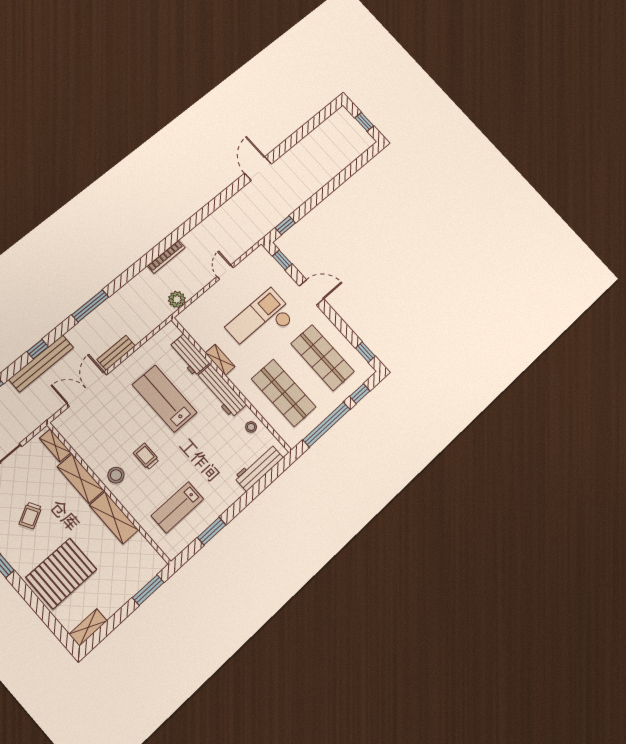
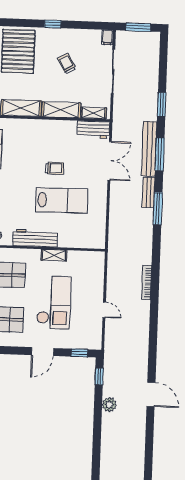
plant: (177, 299) -> (109, 405), moved
window: (38, 349) -> (160, 154), width x2.17
bench: (116, 353) -> (149, 192), moved
workbench: (189, 355) -> (93, 130), moved, turned 180
trolley: (146, 456) -> (54, 168), moved
stool: (116, 475) -> (44, 131), removed

